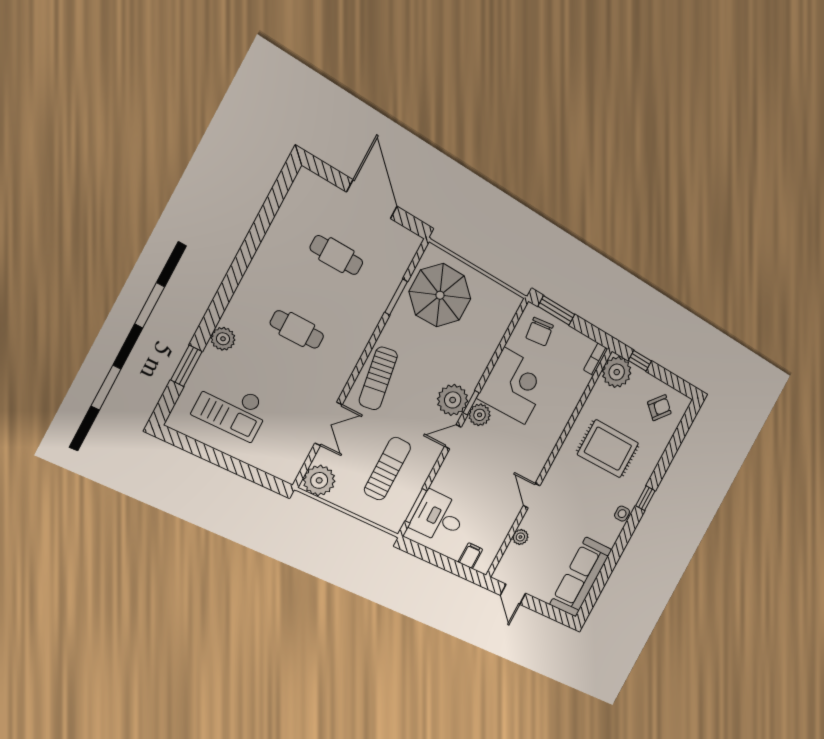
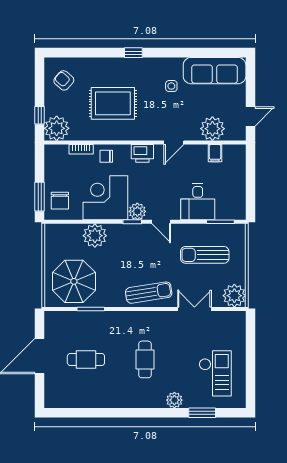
cafe table: (337, 255) -> (86, 359), turned 90
chair: (540, 332) -> (60, 201), turned 97
bookcase: (596, 359) -> (81, 149), moved
plant: (453, 400) -> (95, 236), moved
chair: (558, 412) -> (106, 156), added
rug: (608, 449) -> (113, 103), turned 90
printer: (539, 454) -> (142, 153), added
side table: (622, 514) -> (171, 86), moved
desk: (439, 517) -> (198, 202), moved
plant: (520, 537) -> (212, 129), width x1.88, depth x1.88
filing cabinet: (470, 556) -> (215, 153), moved, turned -90

